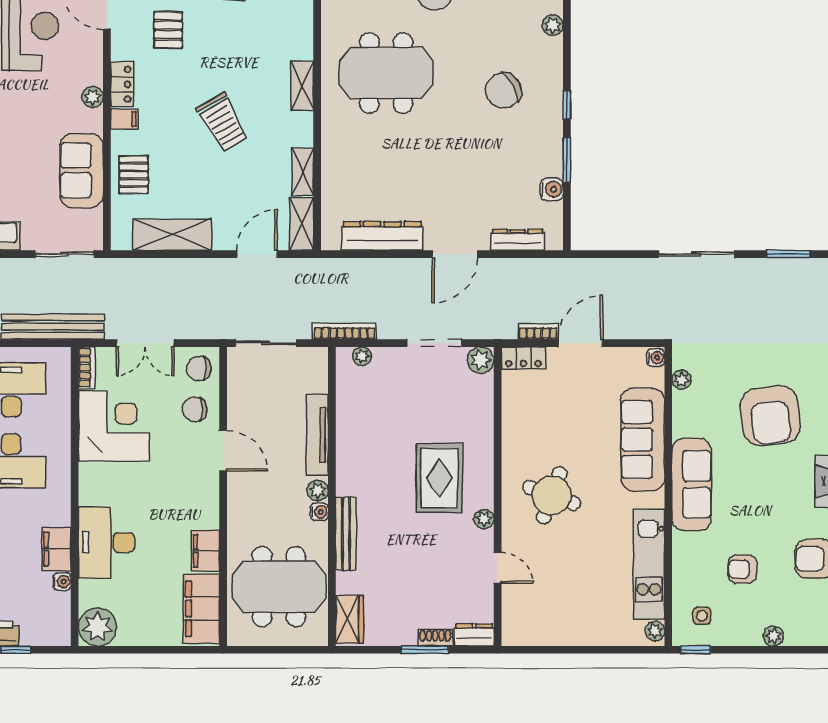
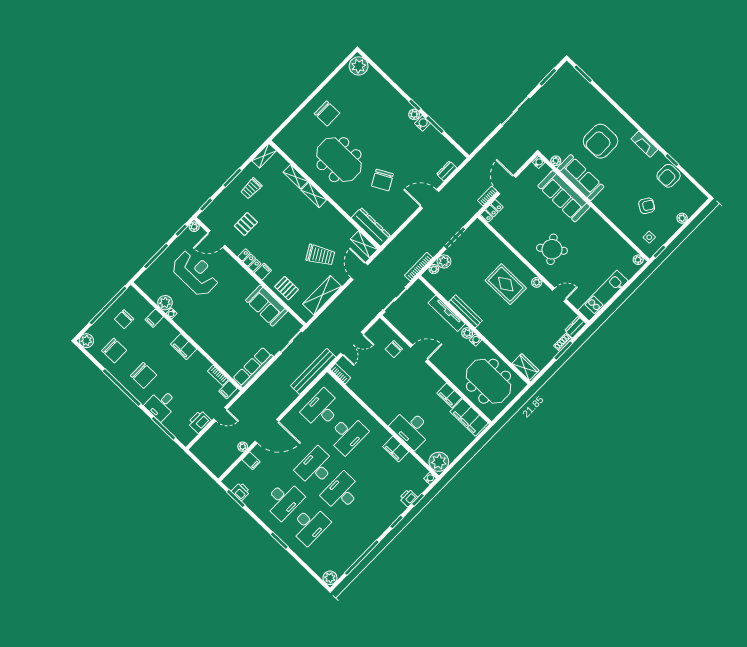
plant: (553, 25) -> (414, 114), moved
pallet: (168, 30) -> (246, 224), turned 90
meeting table: (386, 73) -> (339, 160), turned 90
chair: (503, 91) -> (382, 180), moved
plant: (93, 97) -> (244, 275), removed
trolley: (223, 122) -> (320, 255), moved
shelving: (303, 172) -> (295, 177), moved
water cooler: (552, 189) -> (422, 123), moved
dresser: (382, 236) -> (371, 227), moved, turned 90
dresser: (518, 240) -> (447, 171), width x0.70
door: (455, 254) -> (430, 199), swing flipped
plant: (481, 360) -> (444, 261), moved
chair: (199, 368) -> (380, 333), removed
armchair: (770, 416) -> (601, 141), turned 96
corner desk: (114, 426) -> (371, 384), removed
sofa: (692, 484) -> (580, 178), moved
round table: (552, 495) -> (552, 249), turned 33
bench: (346, 534) -> (465, 311), moved
kitchen unit: (649, 564) -> (603, 295), moved, turned 90
armchair: (742, 569) -> (647, 206), turned -148
water cooler: (62, 582) -> (430, 478), moved
meeting table: (279, 587) -> (489, 381), turned 90

